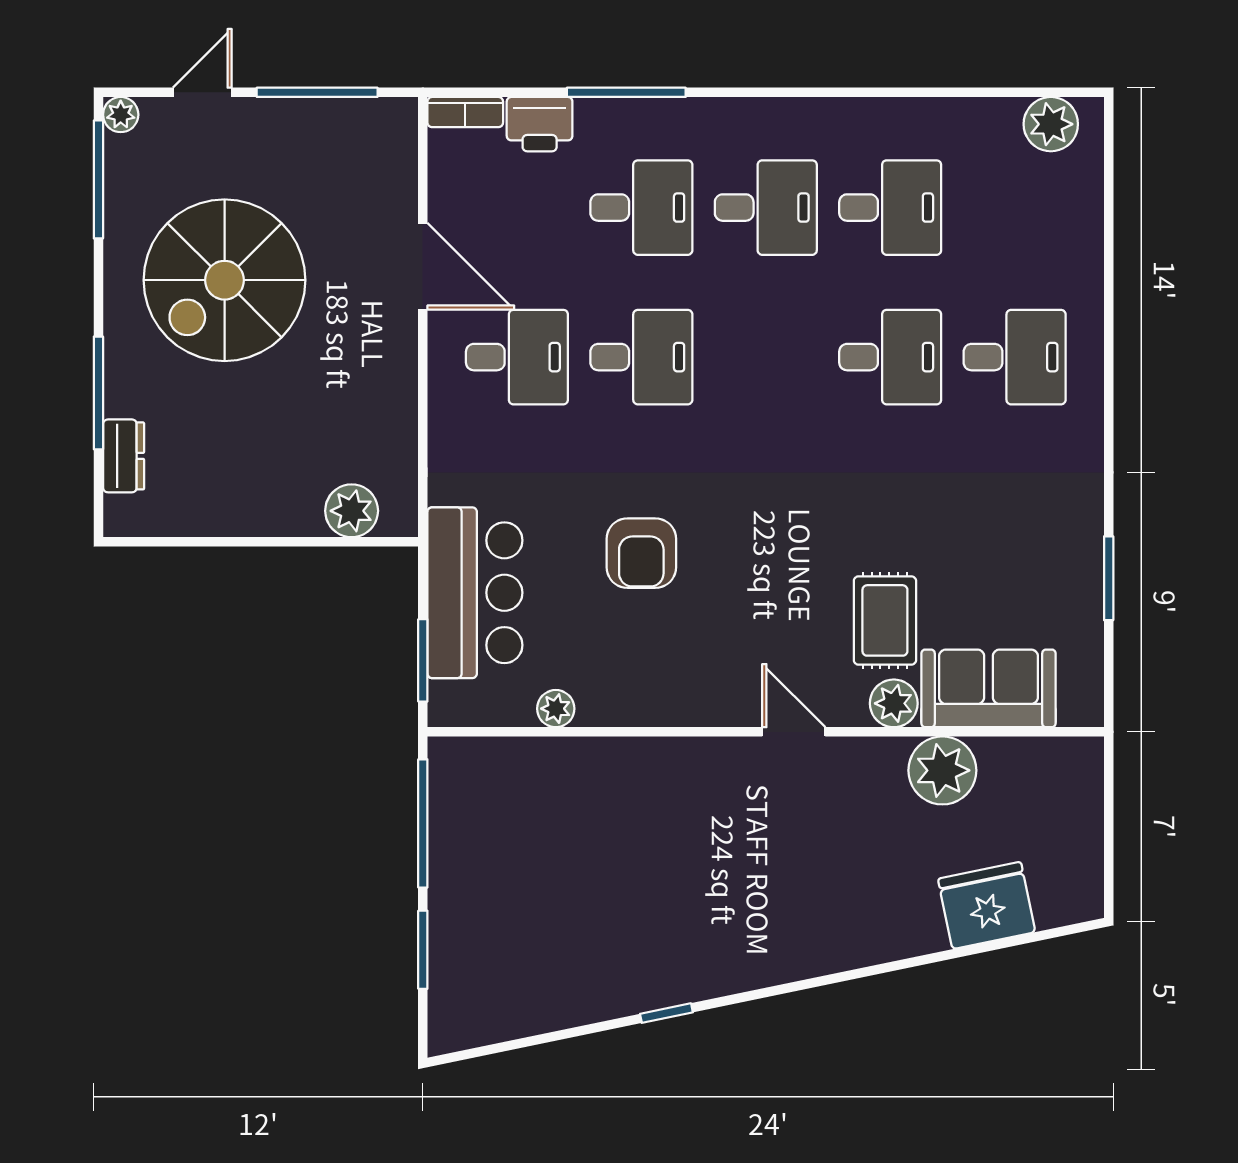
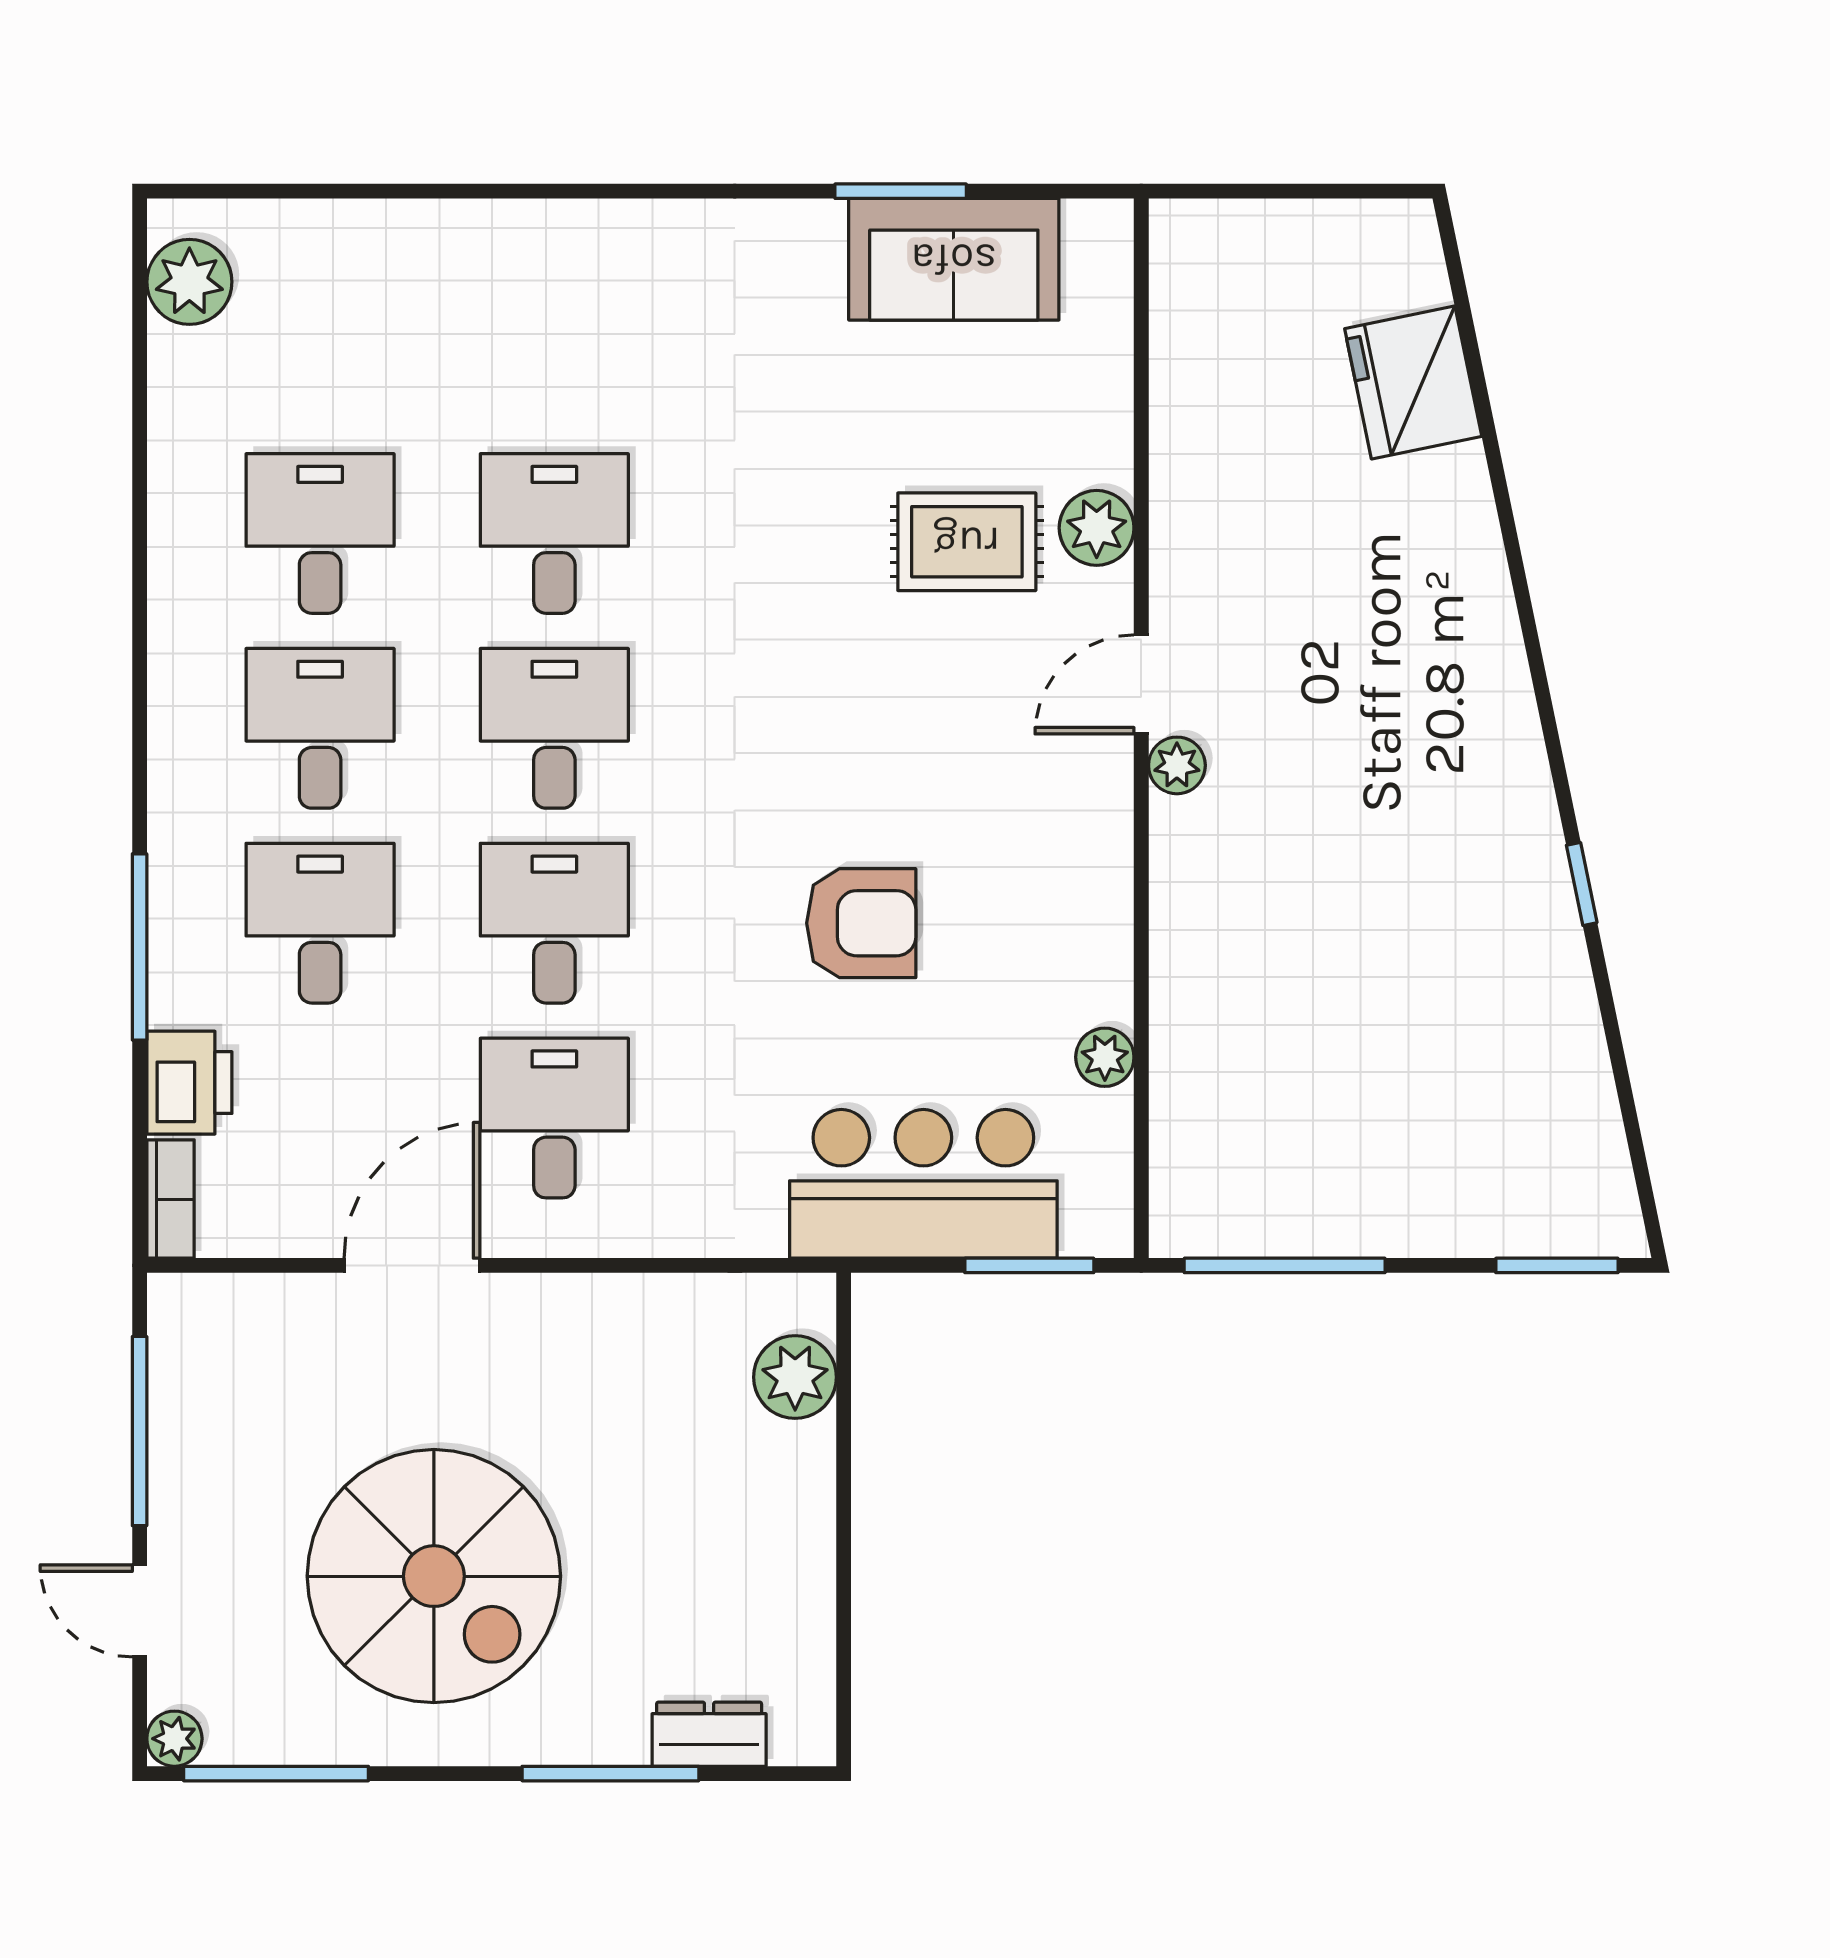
desk: (1015, 357) -> (554, 728), moved
sofa: (988, 688) -> (954, 259), moved, turned -90
plant: (942, 770) -> (1177, 765), moved, width x0.53, depth x0.53
window: (423, 950) -> (1557, 1265), moved

